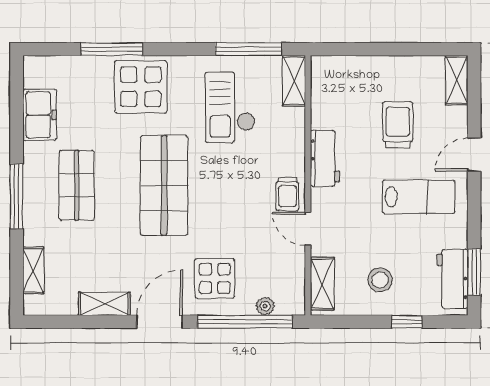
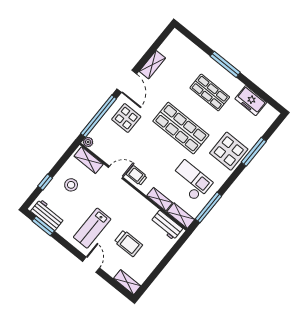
workbench: (325, 158) -> (167, 225), moved
shelving: (33, 270) -> (160, 199), moved
plant: (265, 306) -> (88, 142), moved

